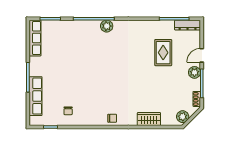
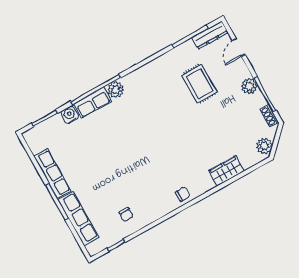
water cooler: (68, 26) -> (70, 115), added
row of seats: (87, 26) -> (93, 103), added
row of seats: (35, 38) -> (52, 174), moved
door: (202, 55) -> (239, 47), moved

